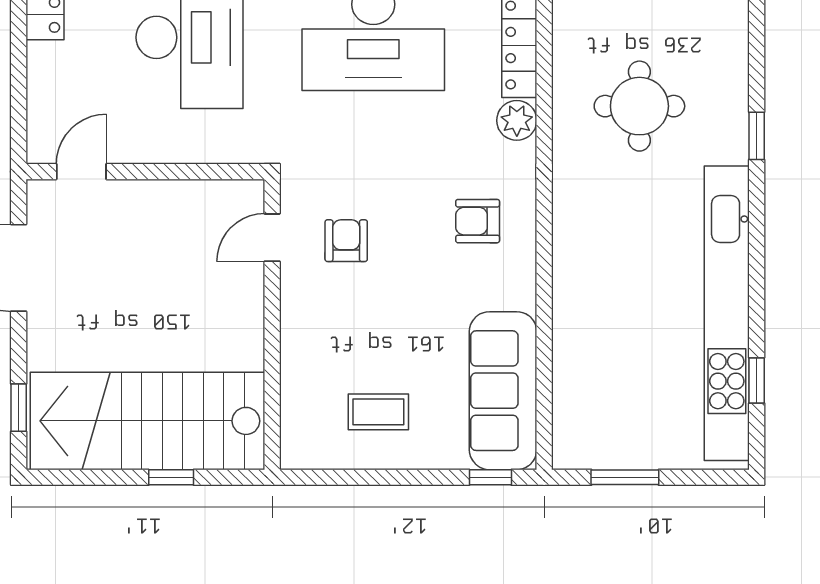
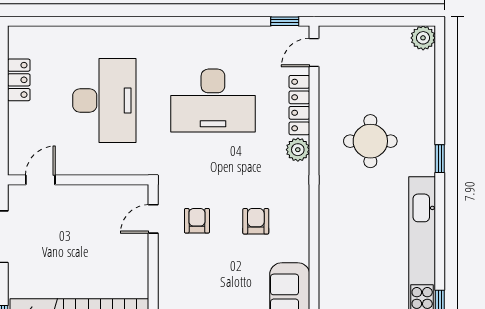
armchair: (478, 221) -> (256, 221), moved, turned 90

